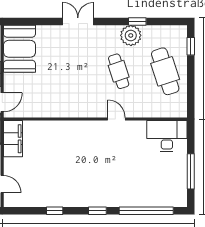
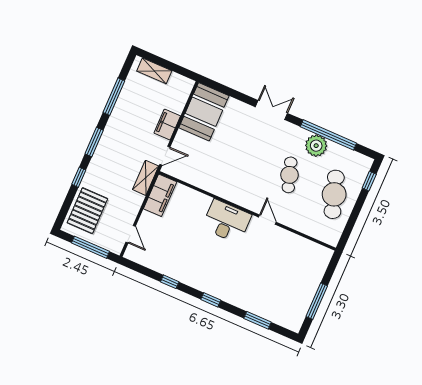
window: (137, 21) -> (328, 135), width x3.17
desk: (167, 136) -> (227, 221), moved
window: (146, 211) -> (258, 320), width x0.47

